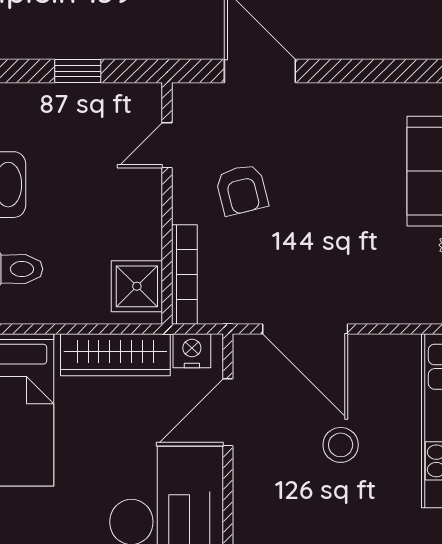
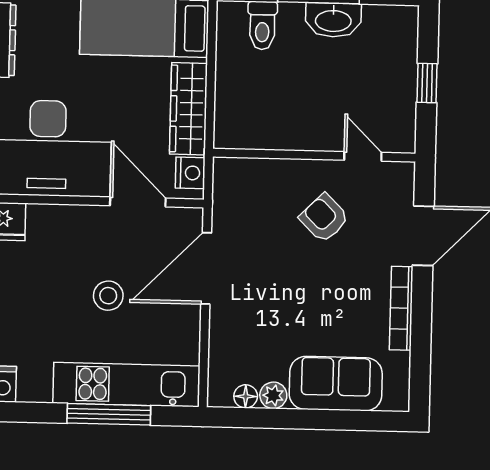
armchair: (242, 190) -> (324, 218), turned 59
bookcase: (184, 275) -> (401, 308), moved, turned 90
shower: (137, 286) -> (245, 128), removed

